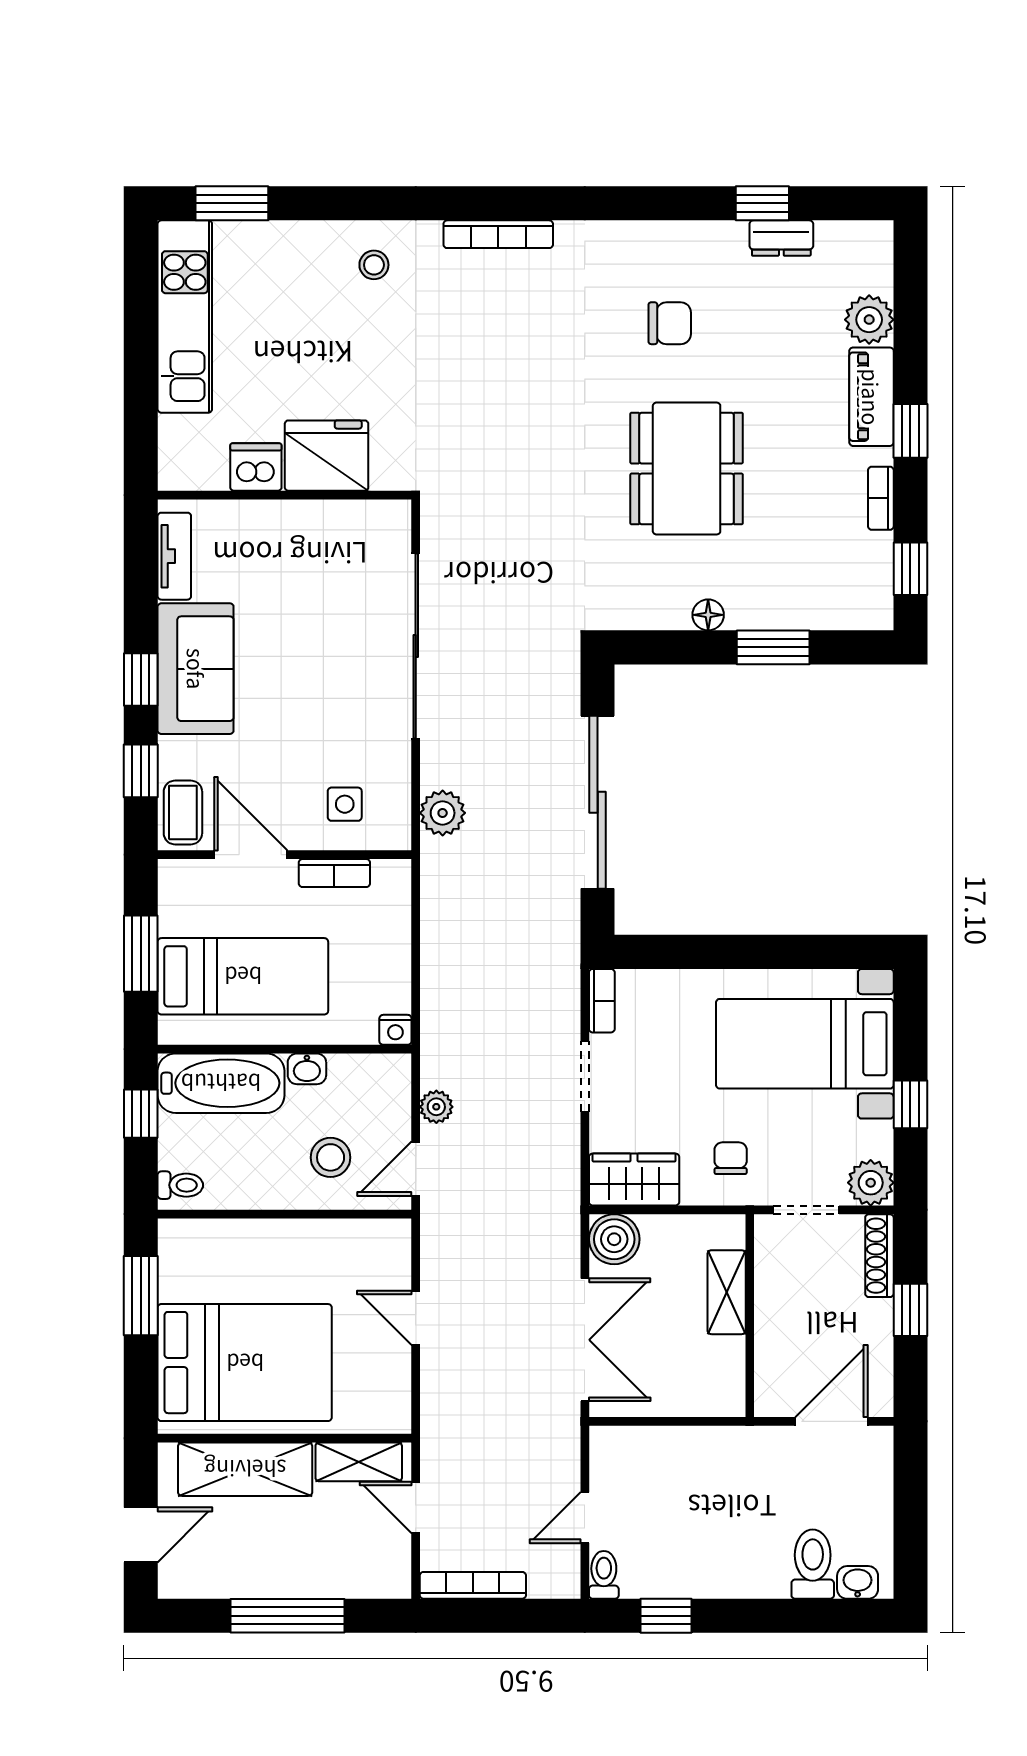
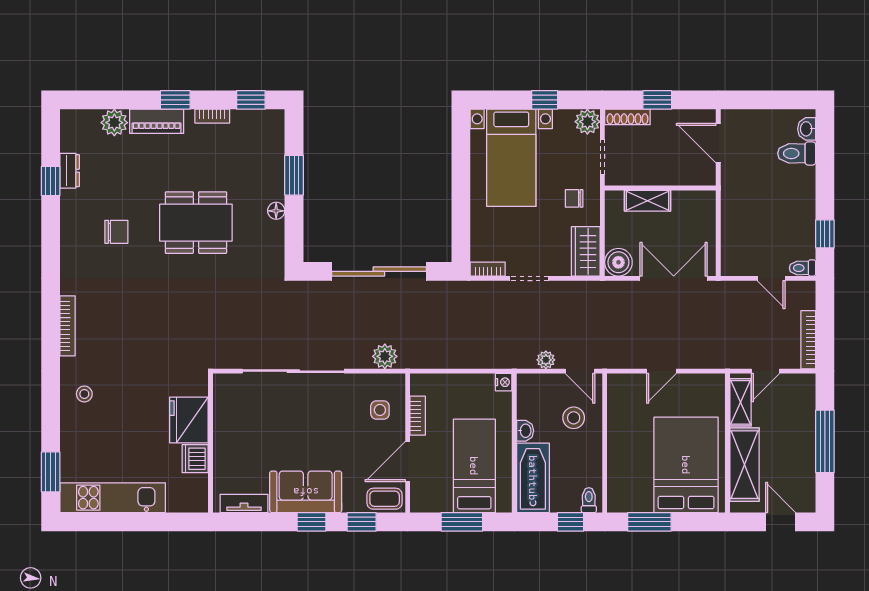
chair: (670, 323) -> (116, 232), turned 90
window: (141, 1114) -> (570, 522), moved

